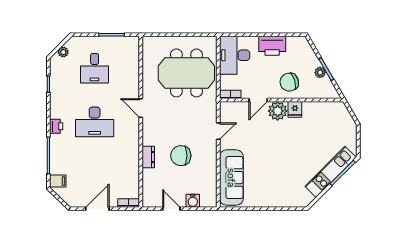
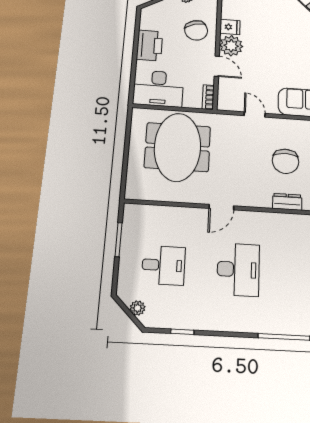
printer: (56, 126) -> (243, 324), removed

